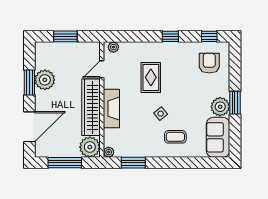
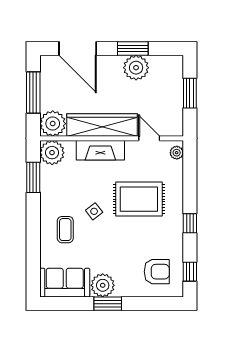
rug: (151, 77) -> (139, 199), width x1.36, depth x1.43
plant: (109, 152) -> (52, 153), width x1.87, depth x1.87

